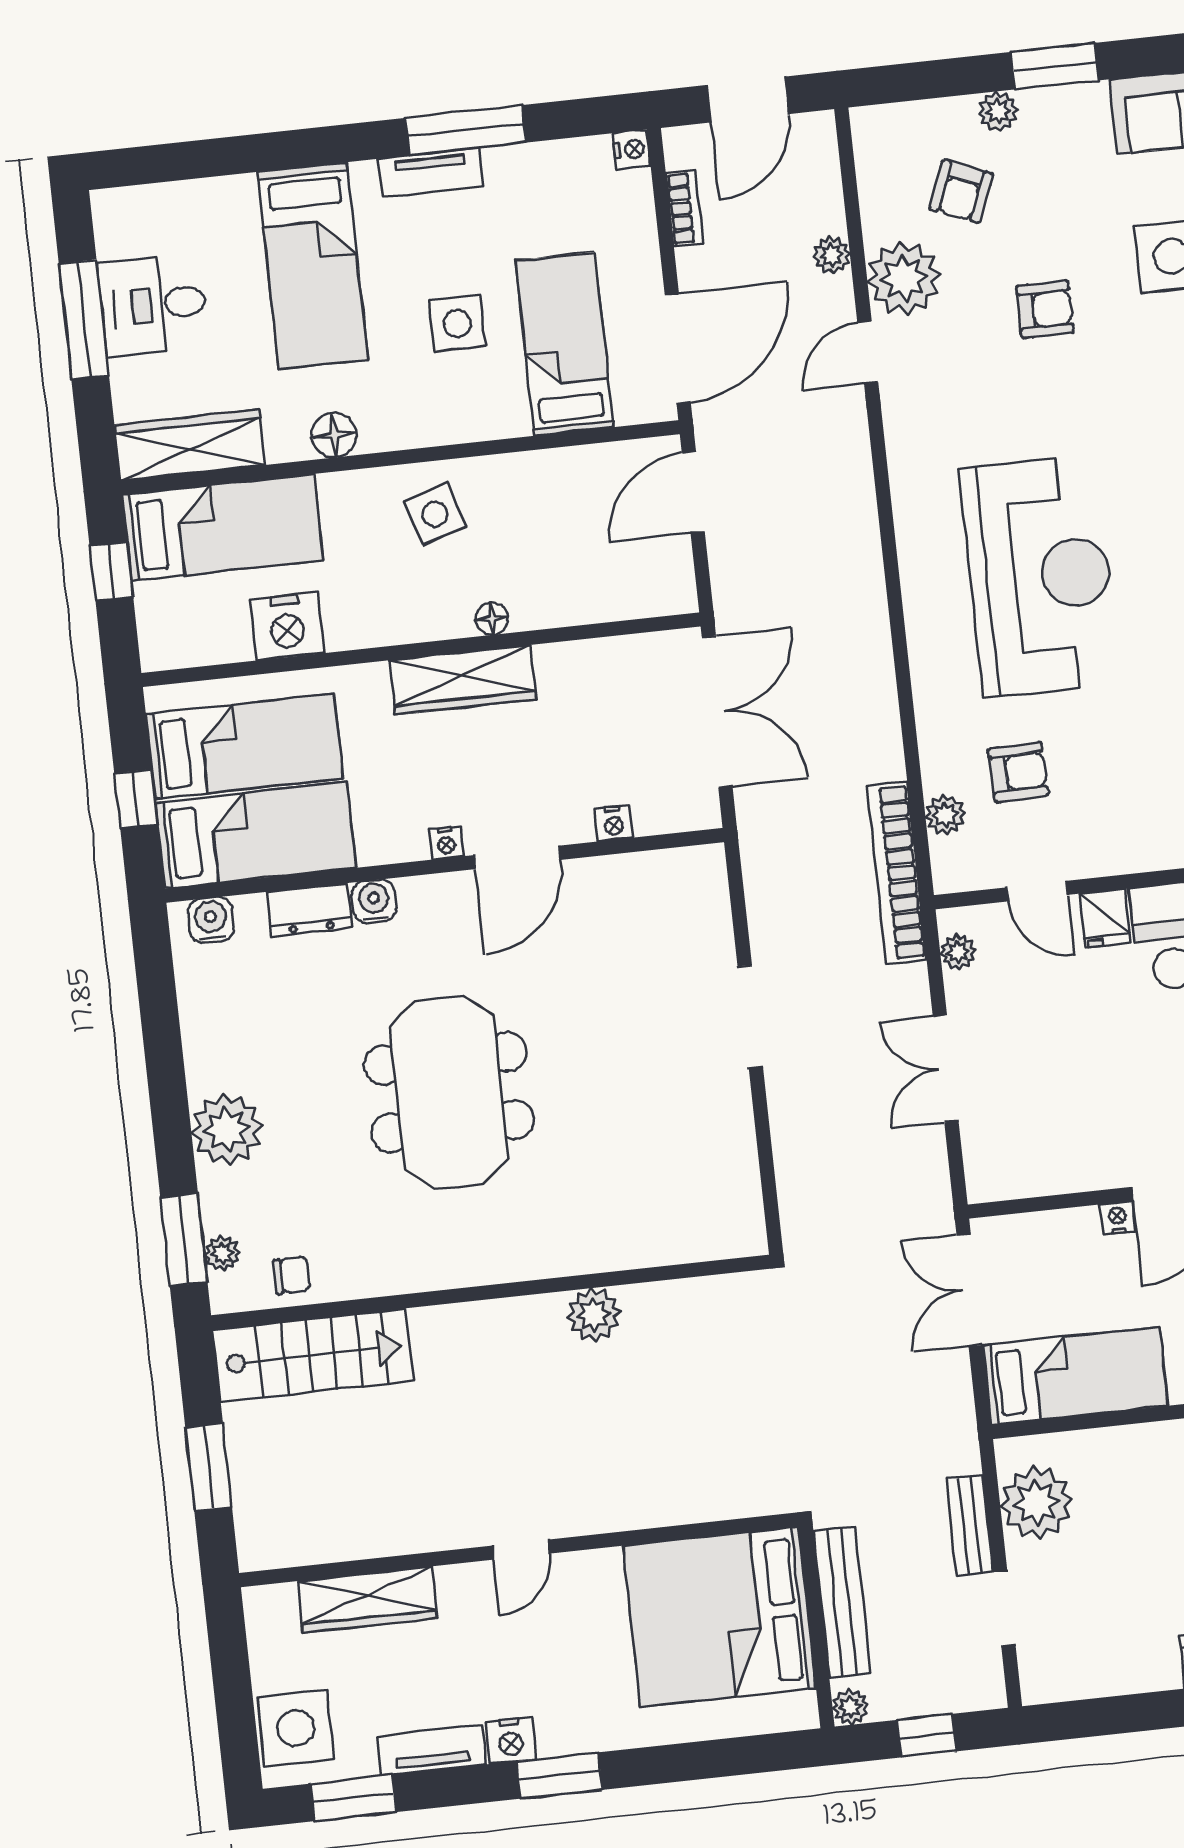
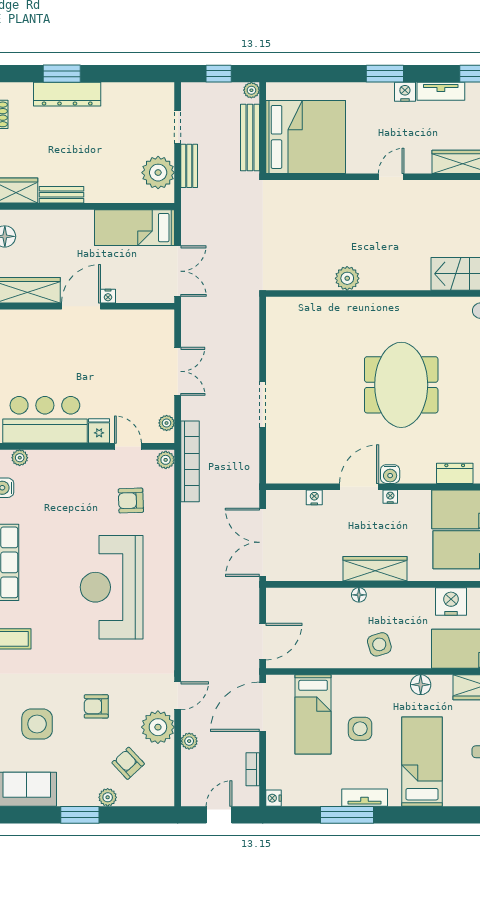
door: (748, 99) -> (219, 815), width x0.73
armchair: (961, 191) -> (128, 763), turned -65
plant: (945, 815) -> (166, 460), moved
water cooler: (374, 901) -> (390, 474), moved

